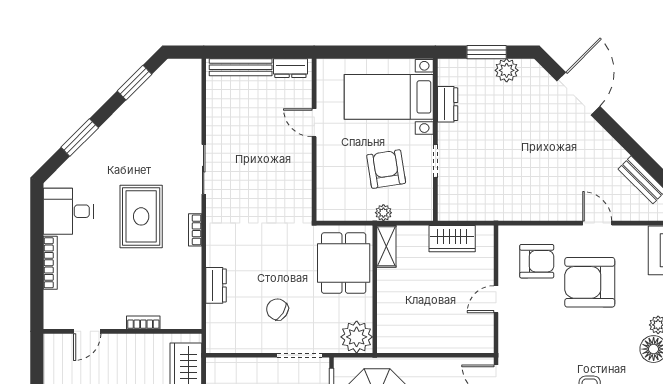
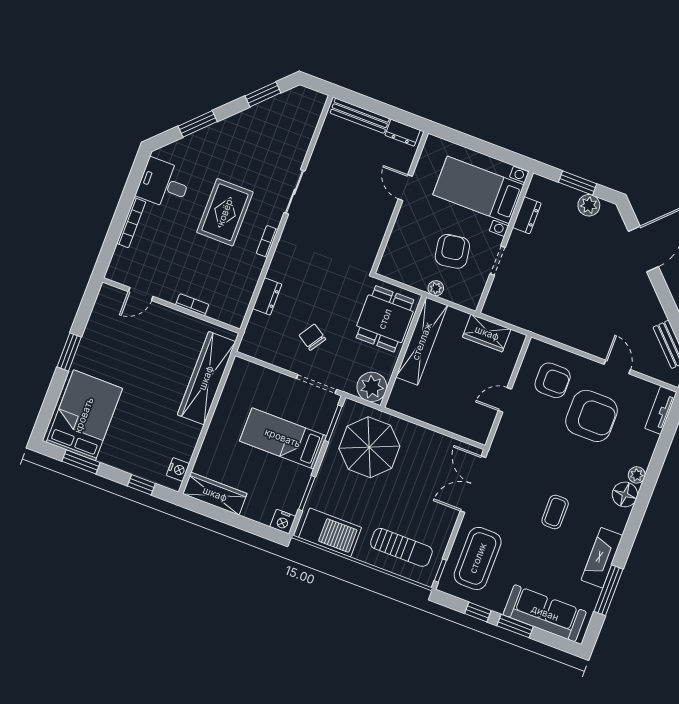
shelving: (386, 246) -> (422, 341), width x2.20, depth x1.33
armchair: (590, 282) -> (592, 416), turned 180

